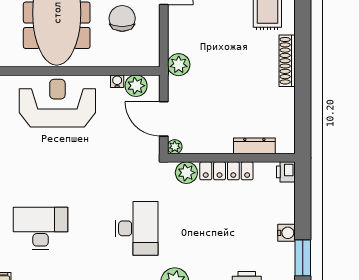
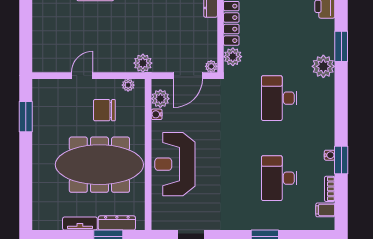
plant: (152, 47) -> (128, 85), added
desk: (137, 228) -> (279, 98), turned -90

